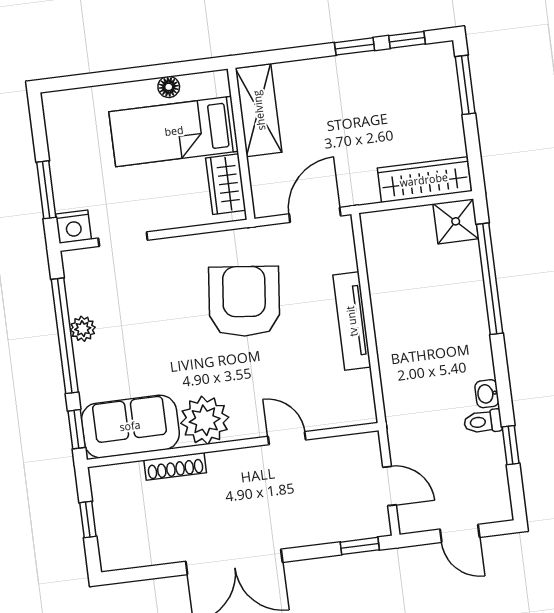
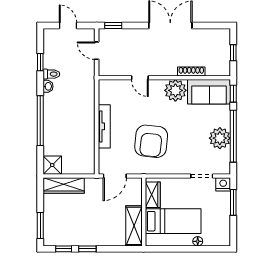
floor lamp: (169, 87) -> (198, 241), moved
window: (490, 279) -> (40, 121), moved
plant: (83, 329) -> (220, 138), width x1.88, depth x1.88

